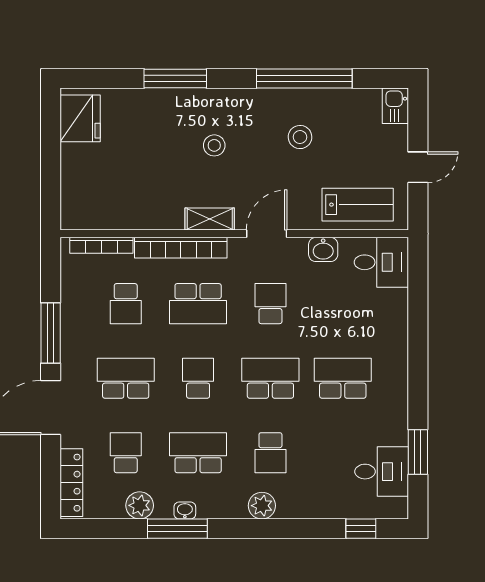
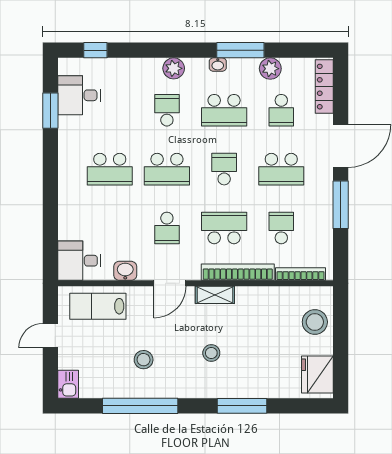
stool: (83, 185) -> (315, 322), added
school desk: (198, 378) -> (224, 169), turned 180
washbasin: (185, 510) -> (218, 65), moved

